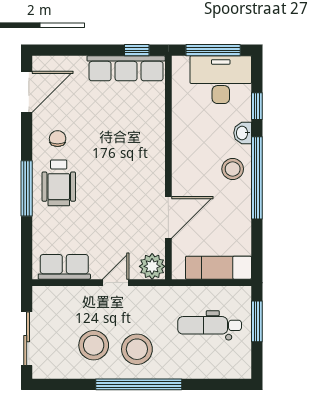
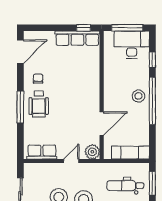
washbasin: (243, 133) -> (144, 75), removed

